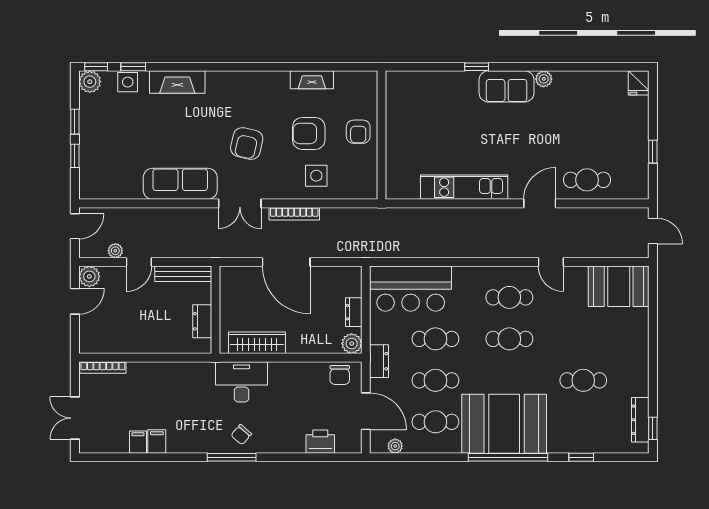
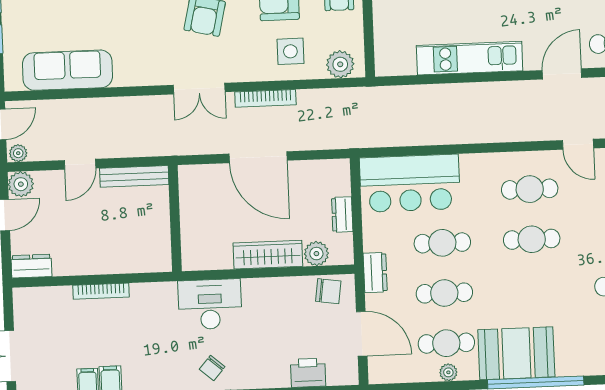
sofa: (180, 184) -> (67, 70), moved
plant: (357, 188) -> (340, 64), added
plant: (115, 251) -> (18, 153), moved
dresser: (202, 321) -> (31, 266), moved, turned 90
wardrobe: (257, 343) -> (268, 255), moved
plant: (352, 344) -> (316, 254), moved
bookcase: (103, 367) -> (101, 291), moved
chair: (340, 375) -> (328, 291), turned -82
booth: (504, 424) -> (516, 353), width x0.73, depth x0.70
plant: (395, 446) -> (448, 372), moved

